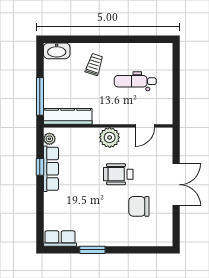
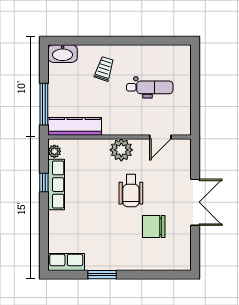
dental chair: (135, 81) -> (150, 87), turned 180
wheelchair: (118, 174) -> (131, 191), turned -90

